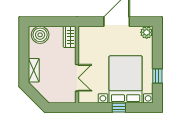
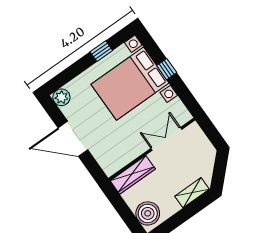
wardrobe: (70, 37) -> (133, 175), width x1.50

